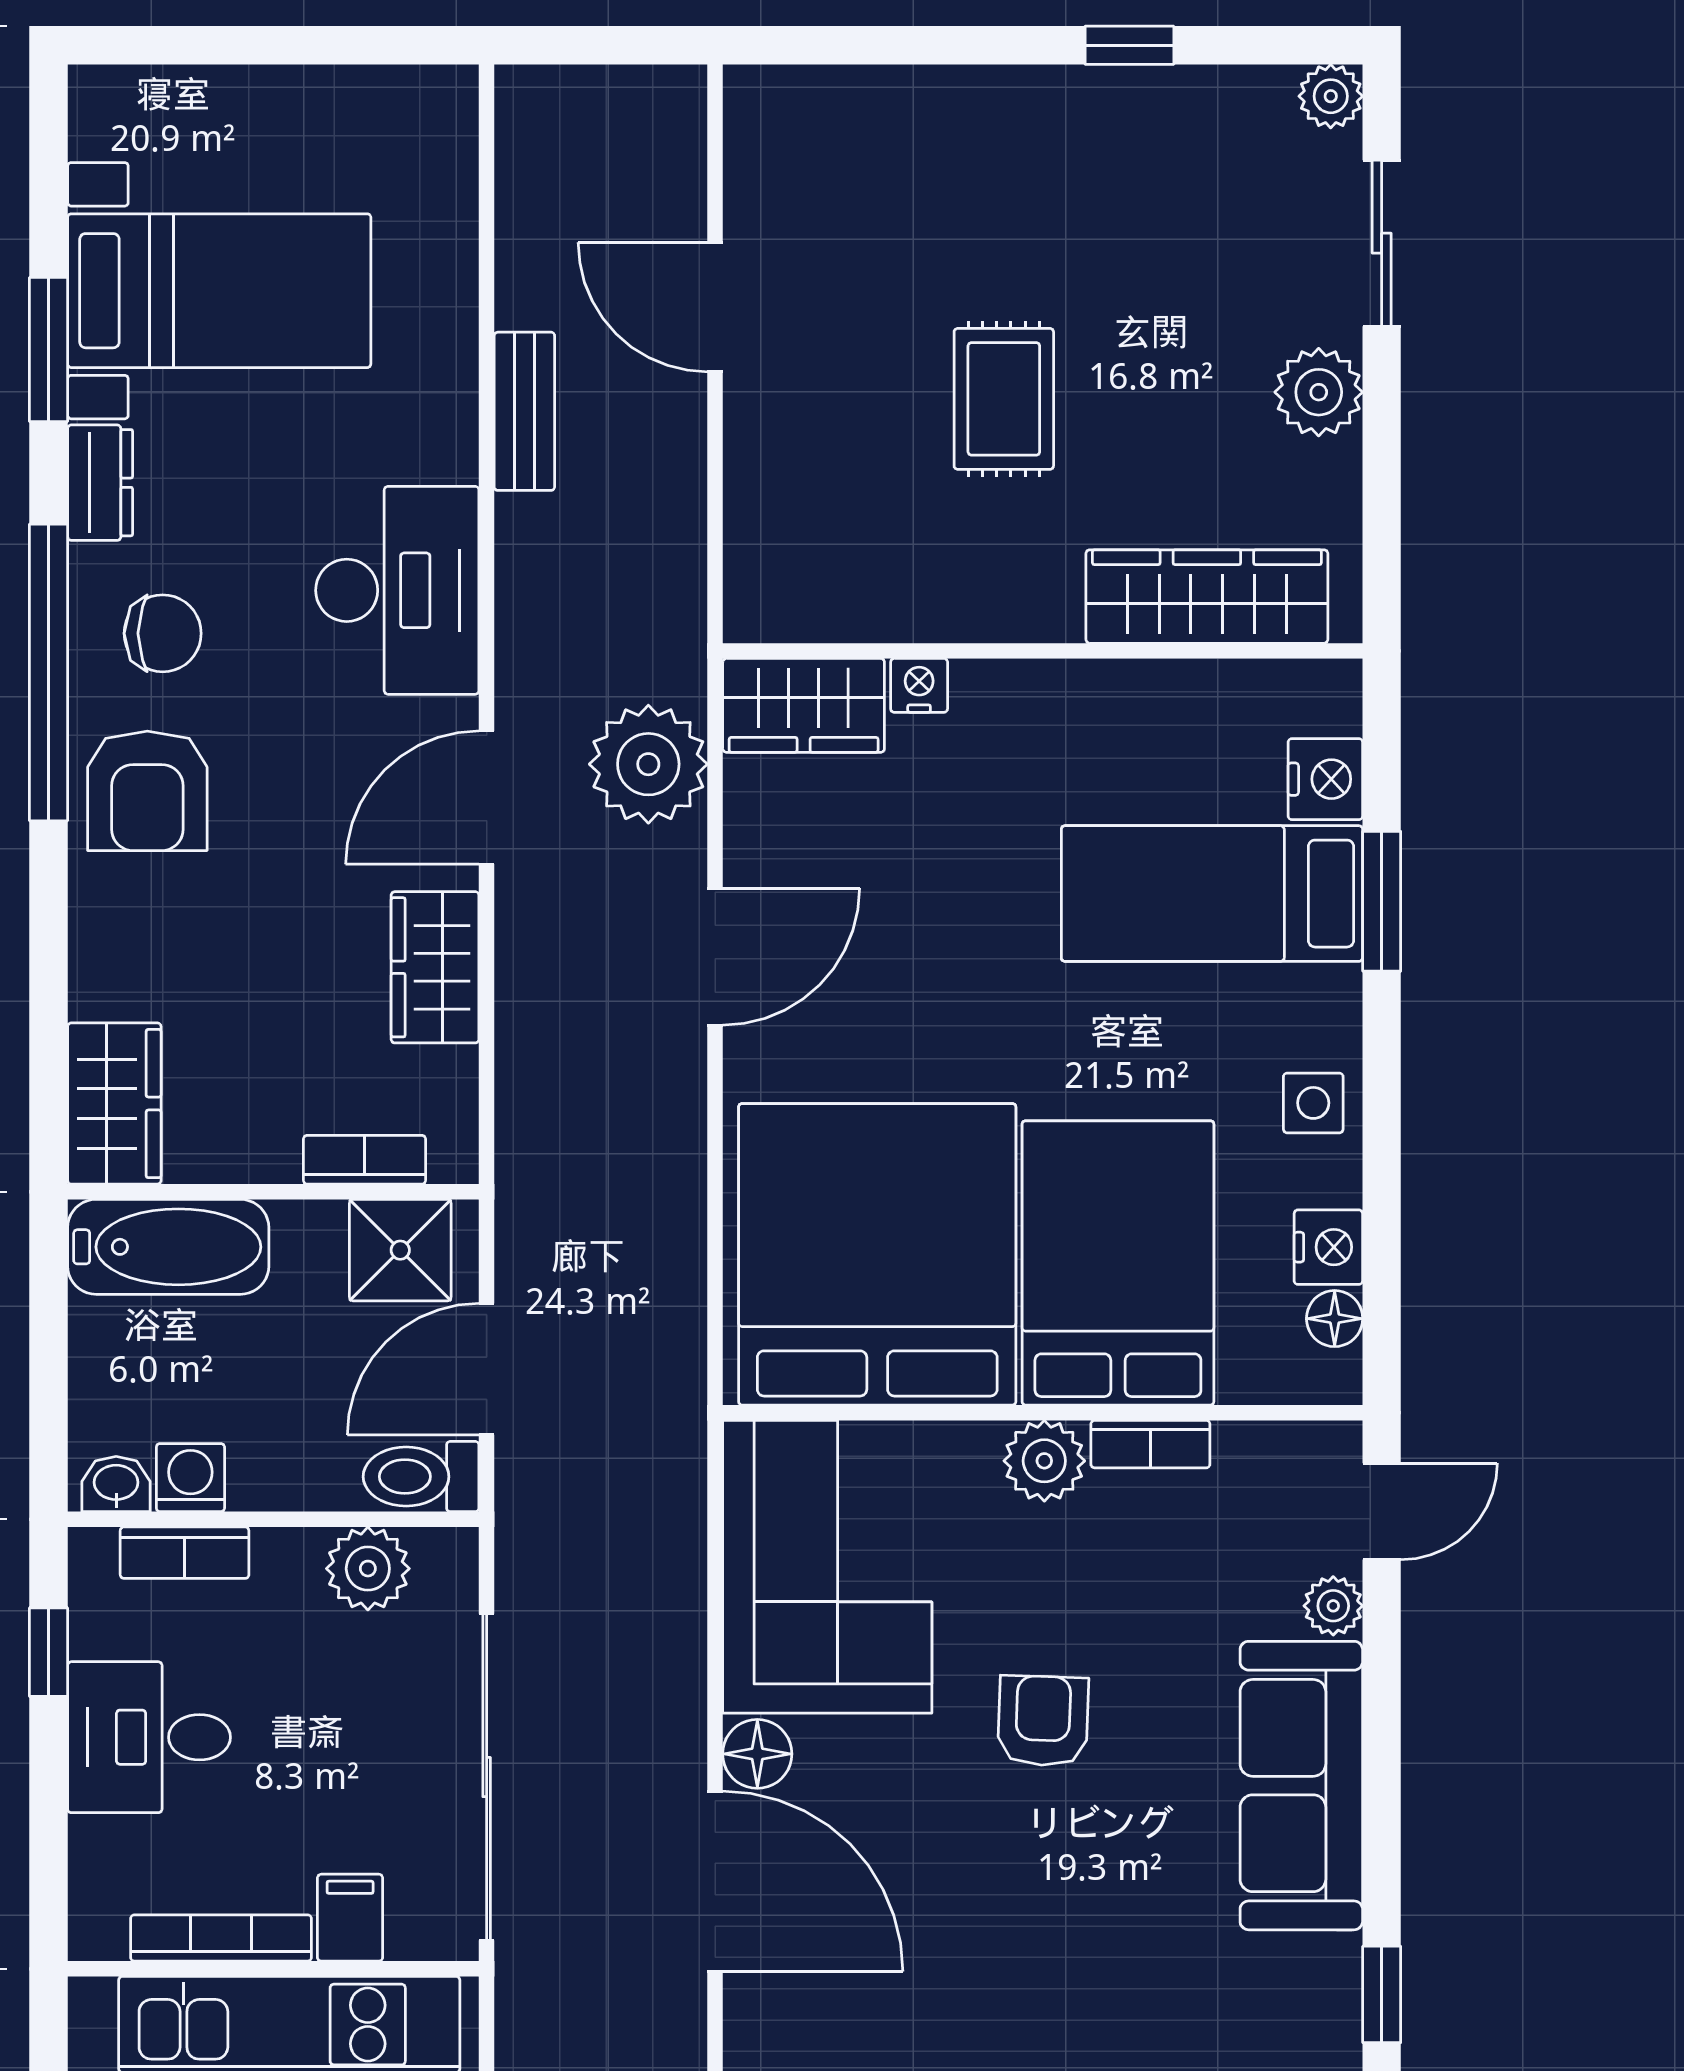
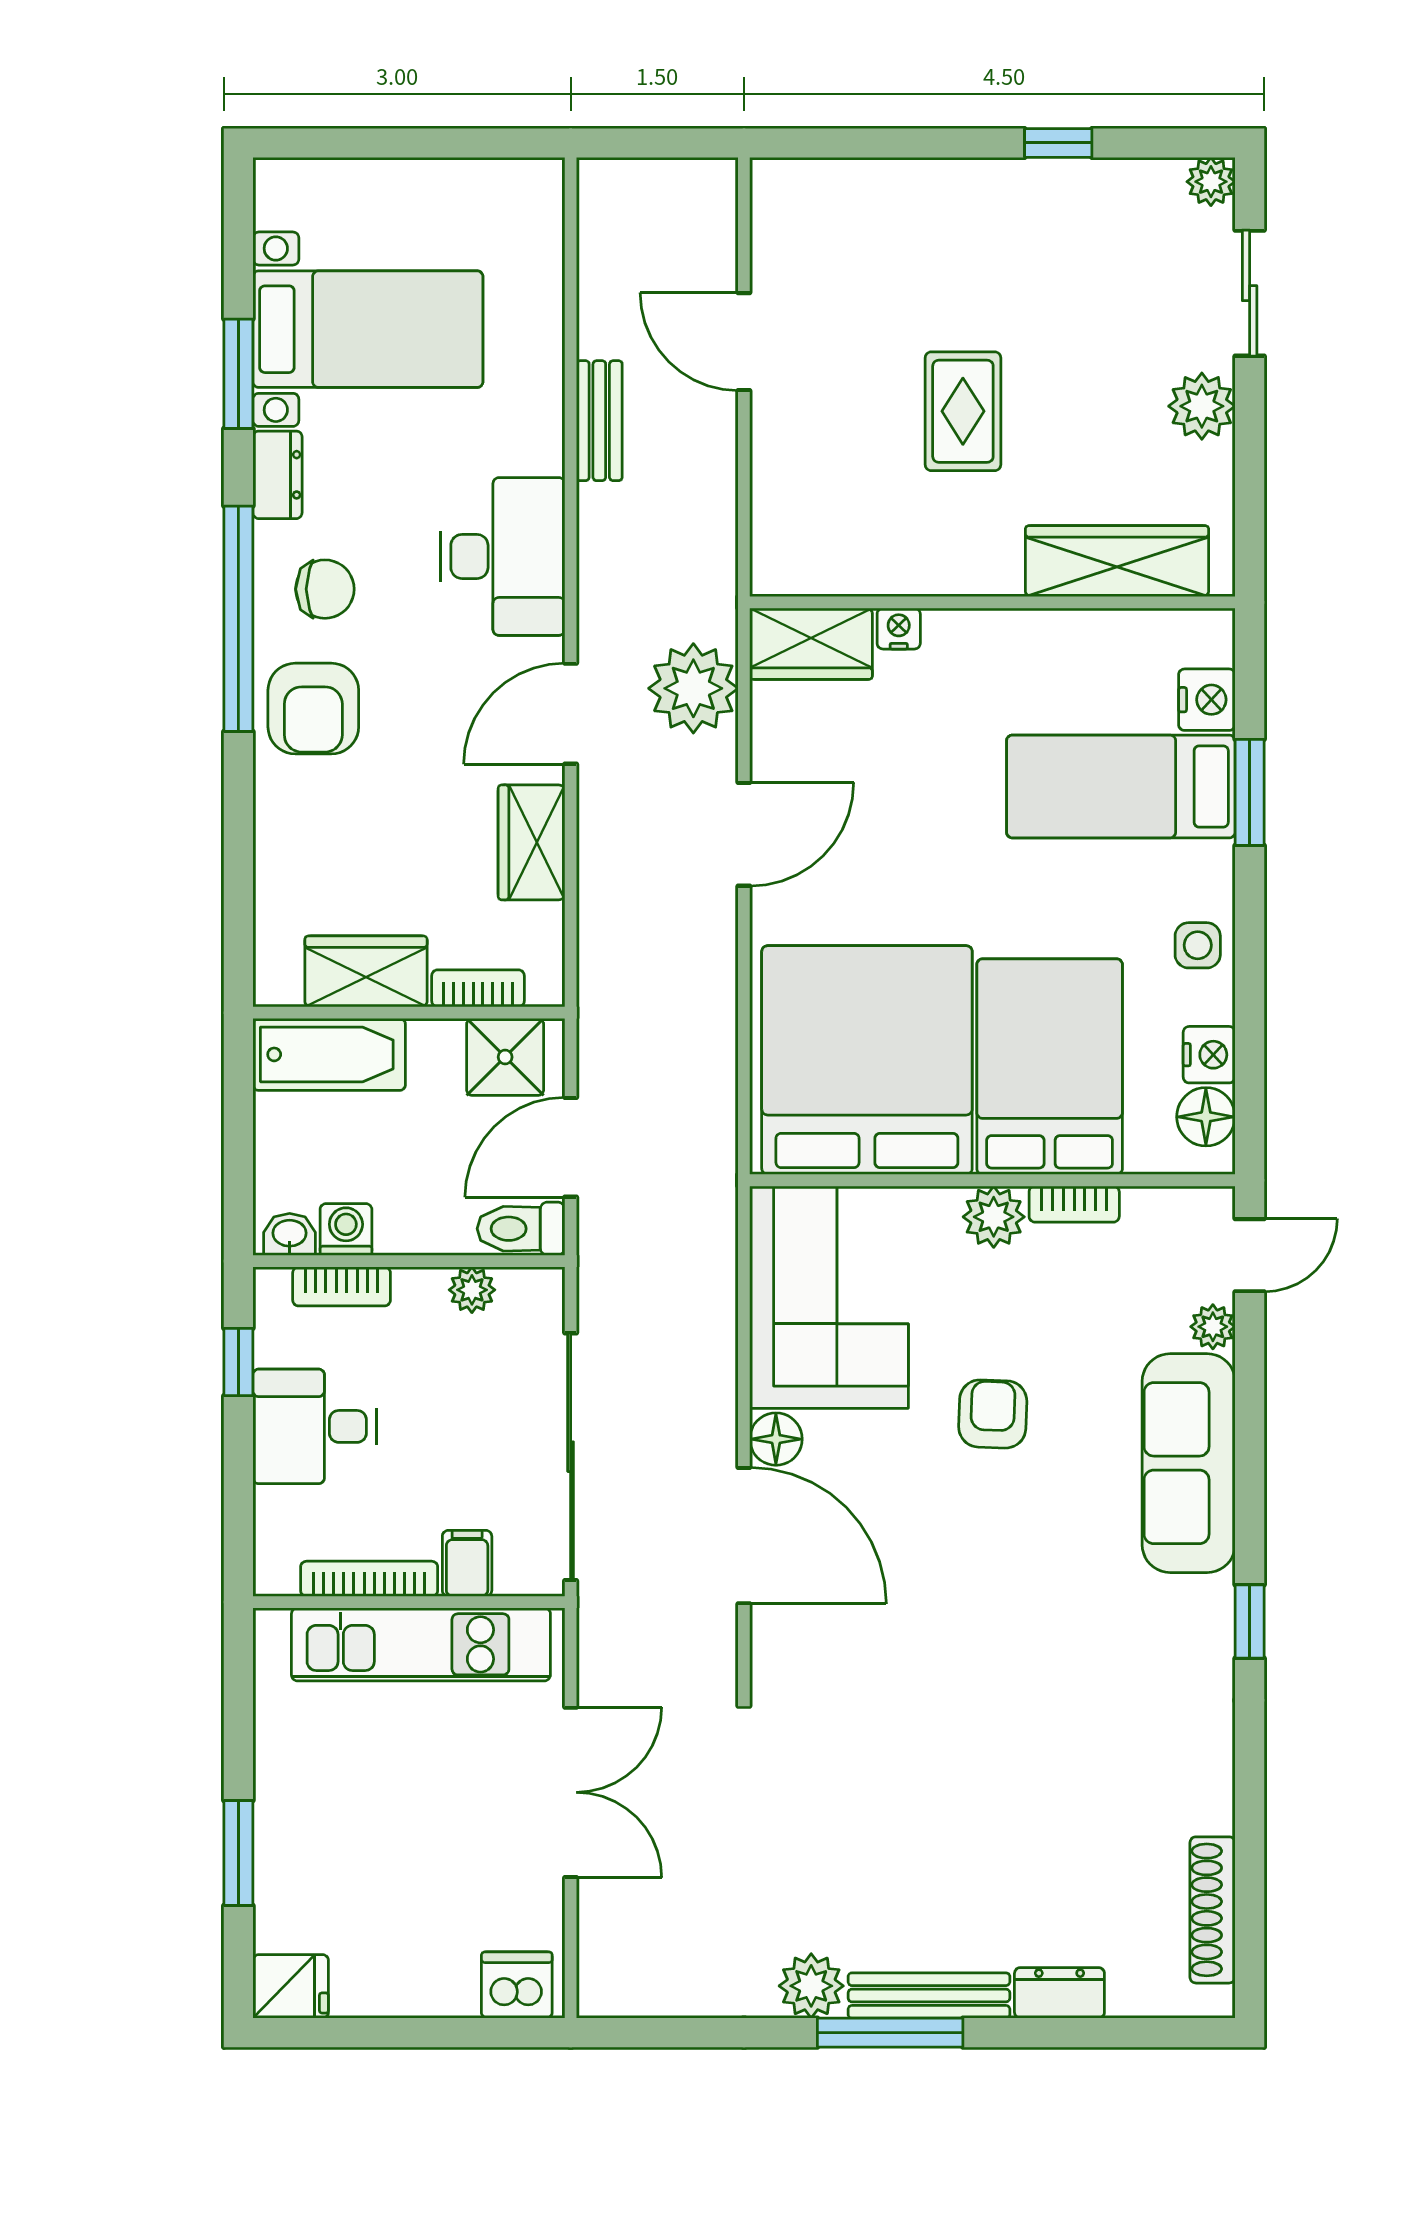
wardrobe: (114, 1104) -> (366, 971), moved, turned -90
floor lamp: (1335, 1319) -> (1206, 1117), width x1.37, depth x1.37
plant: (368, 1569) -> (472, 1290), width x0.73, depth x0.73

